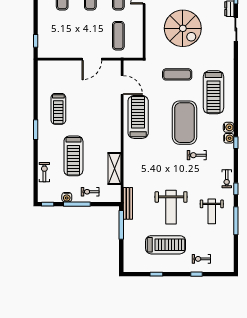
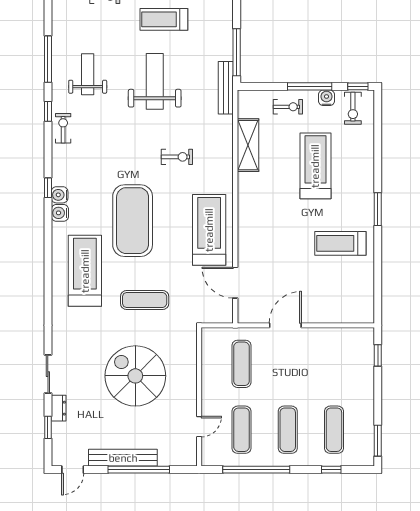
treadmill: (58, 109) -> (340, 243), turned -90
treadmill: (138, 117) -> (209, 230), turned 180
exercise bike: (197, 155) -> (177, 157), moved
exercise bike: (44, 172) -> (353, 108), moved
treadmill: (166, 245) -> (164, 19), width x0.73, depth x0.73

